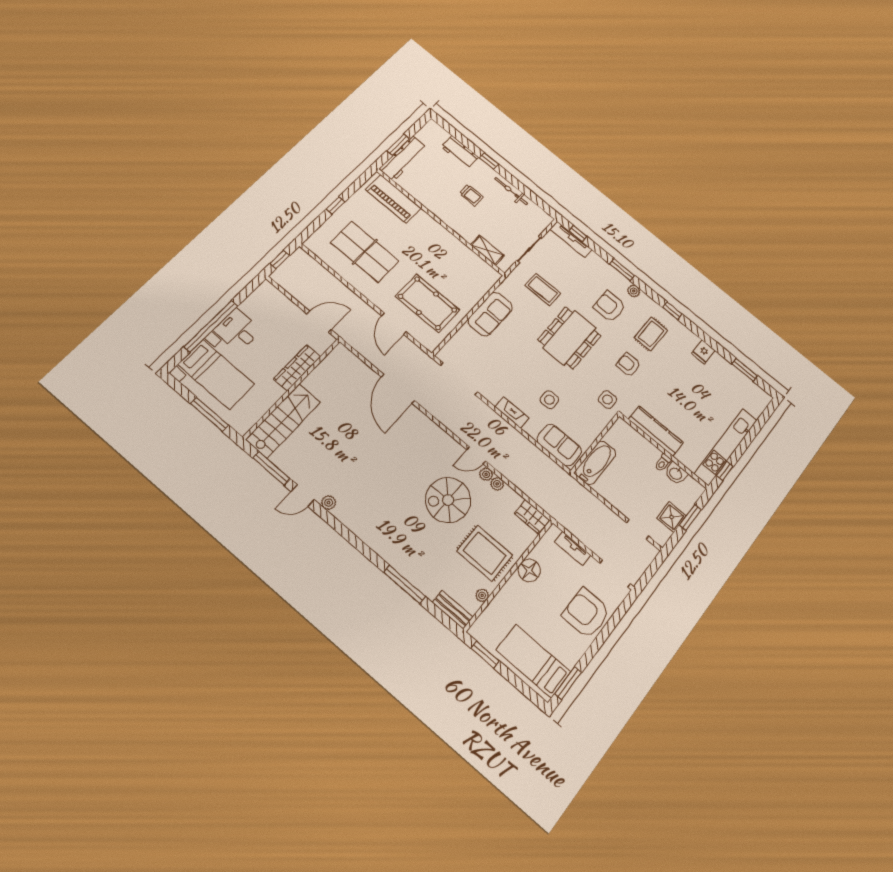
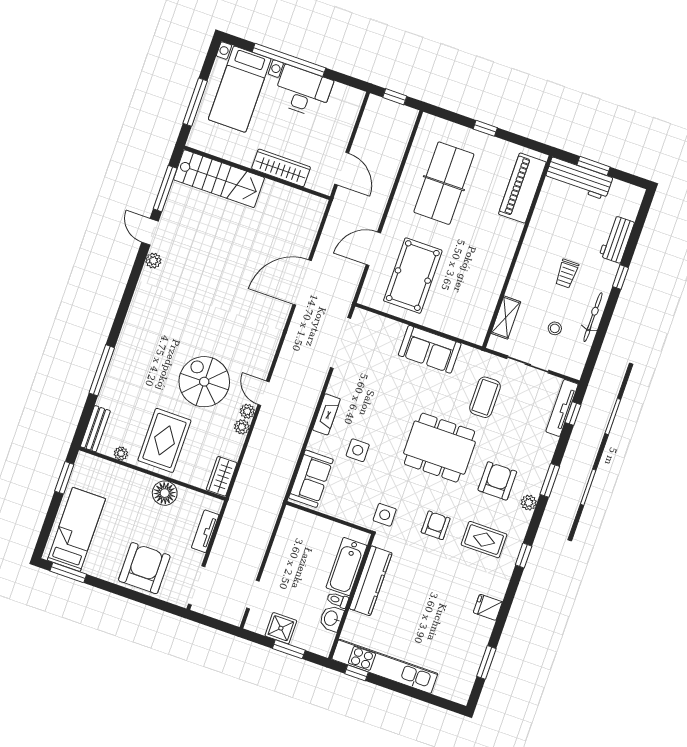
stool: (509, 220) -> (555, 328), added
desk: (238, 330) -> (303, 91), width x1.37
bathtub: (596, 463) -> (347, 567), moved, turned 90

